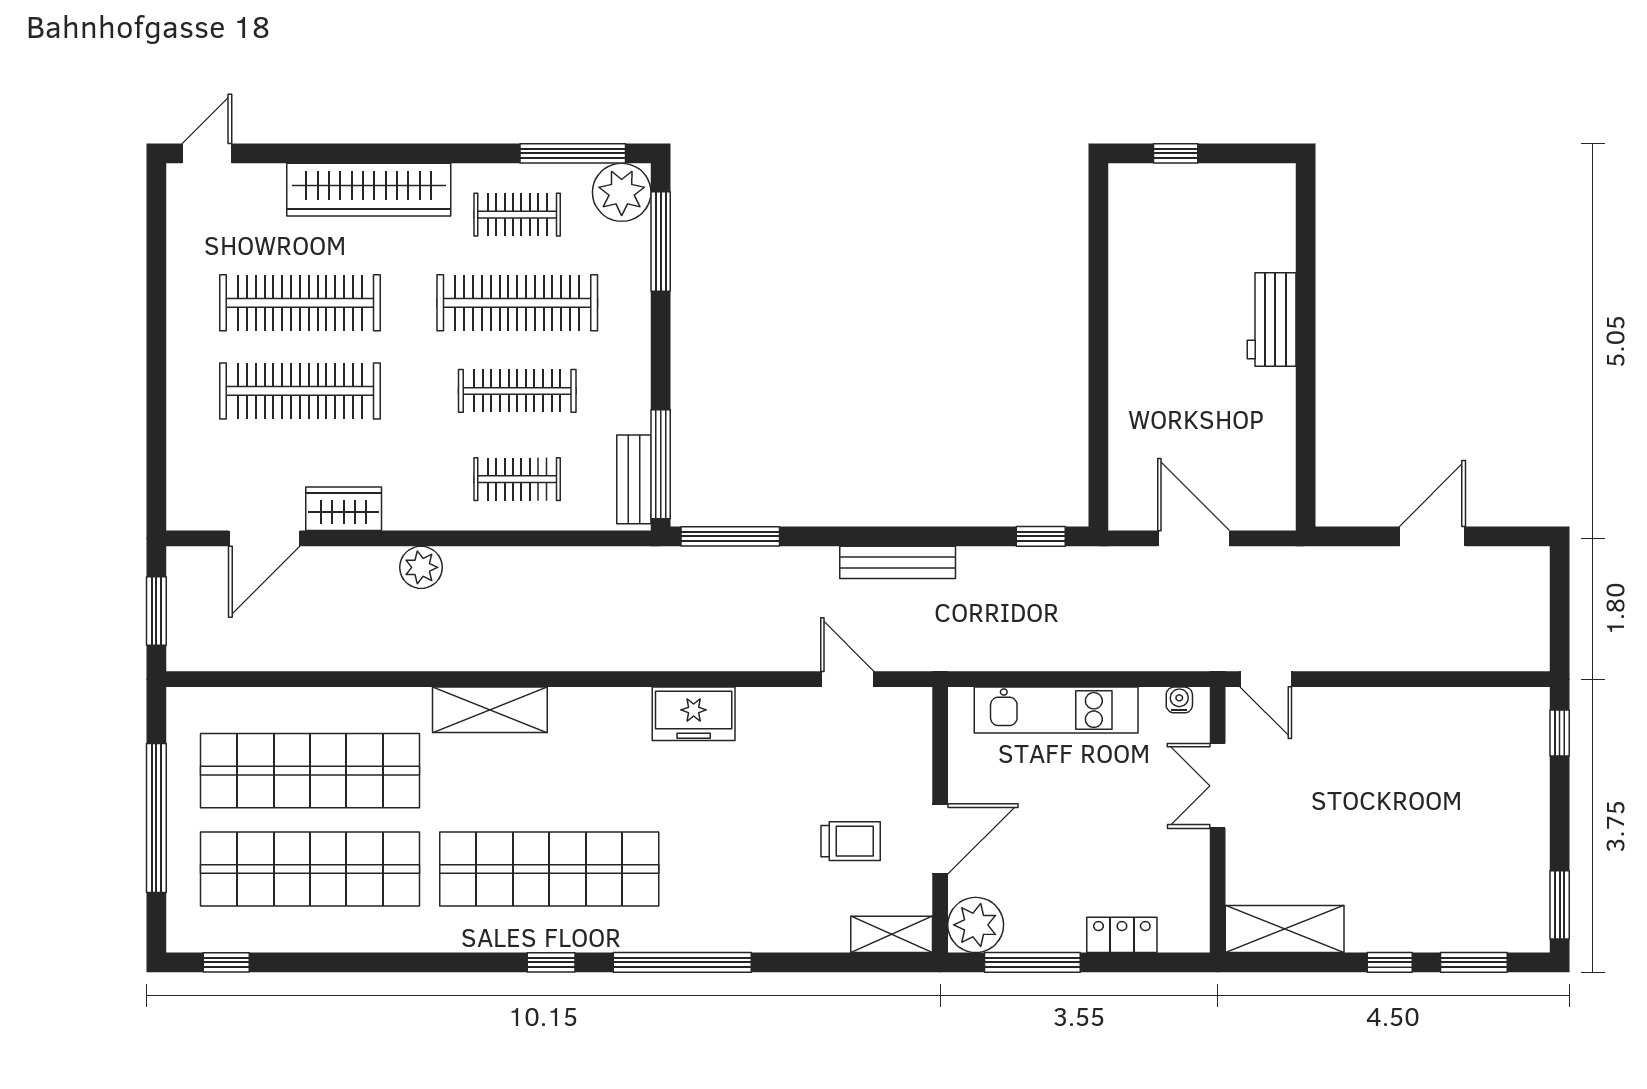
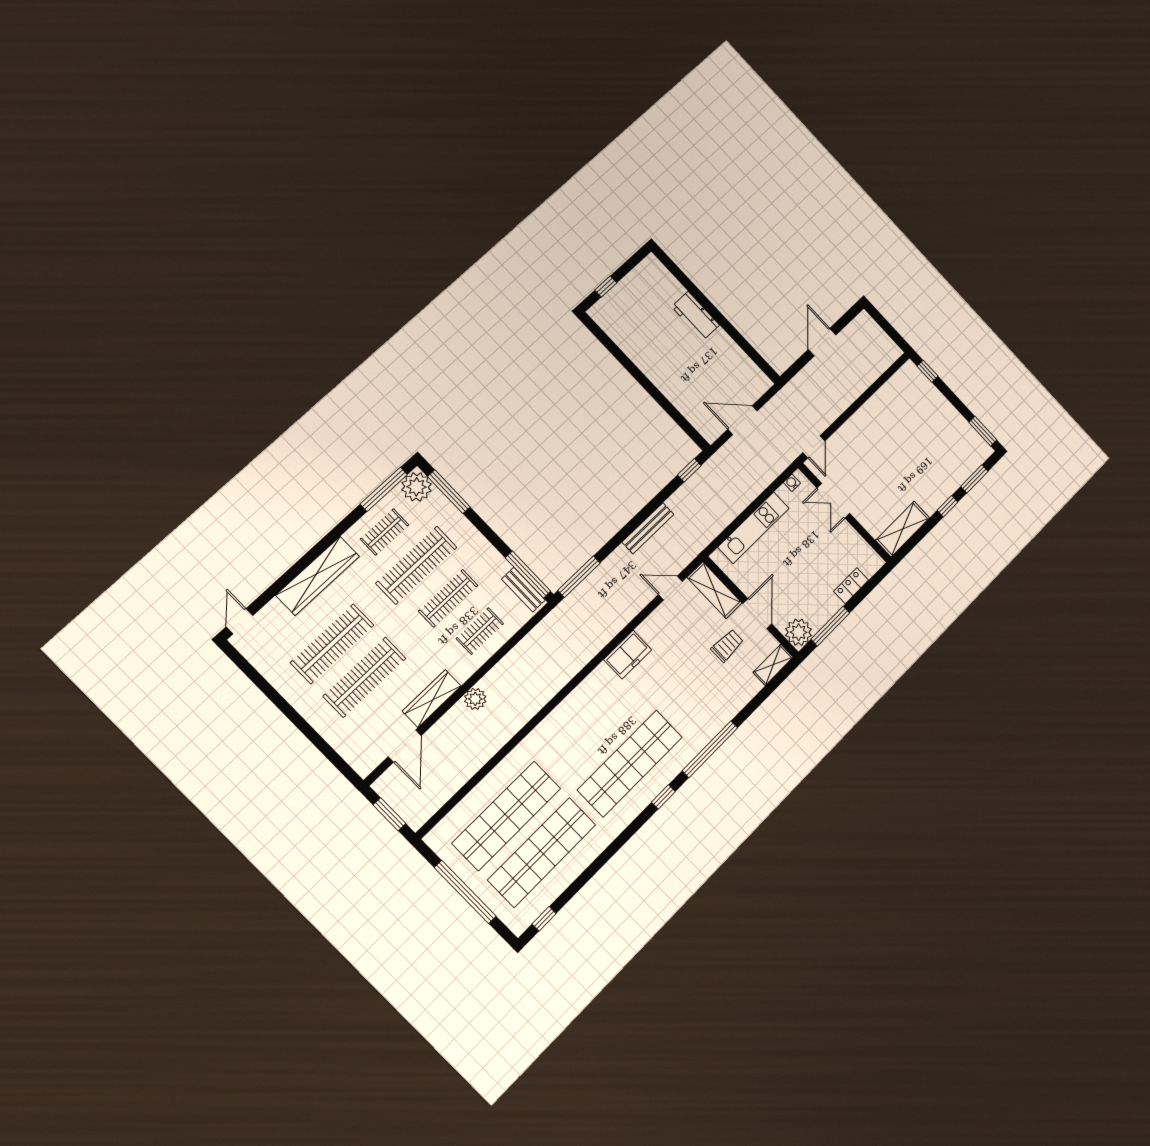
wardrobe: (344, 509) -> (432, 698), width x1.50
door: (1266, 679) -> (814, 447), hinge flipped
shelving: (490, 710) -> (714, 590), moved, turned 90

